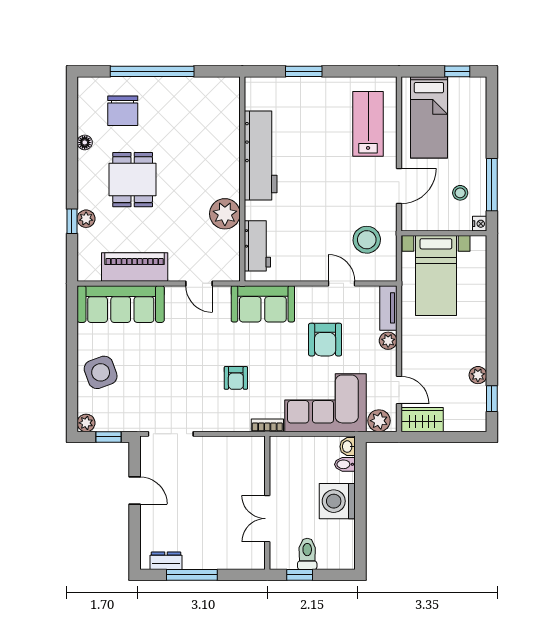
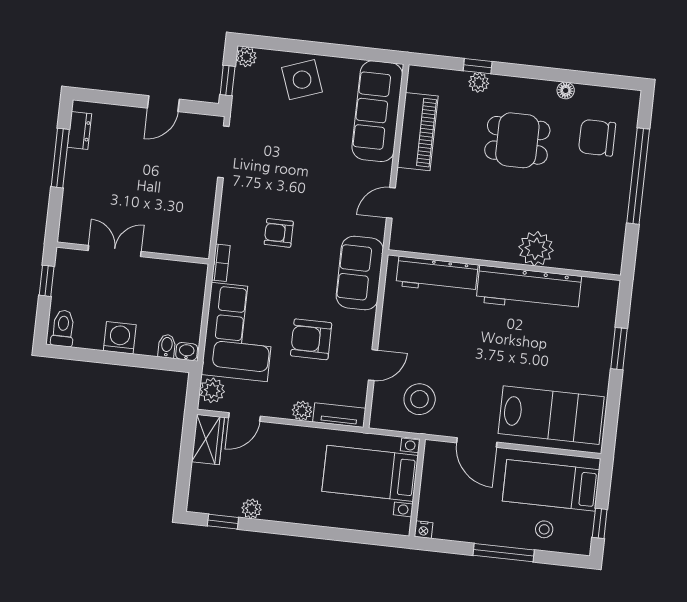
lab bench: (368, 124) -> (551, 415), width x1.36, depth x1.39
window: (492, 185) -> (504, 553), moved
stool: (460, 193) -> (544, 529), moved
plant: (225, 214) -> (536, 249), moved
workbench: (257, 246) -> (437, 275), width x1.38
washing machine: (337, 501) -> (120, 338), width x0.73, depth x0.73
toilet: (307, 554) -> (63, 328), moved, turned -90

